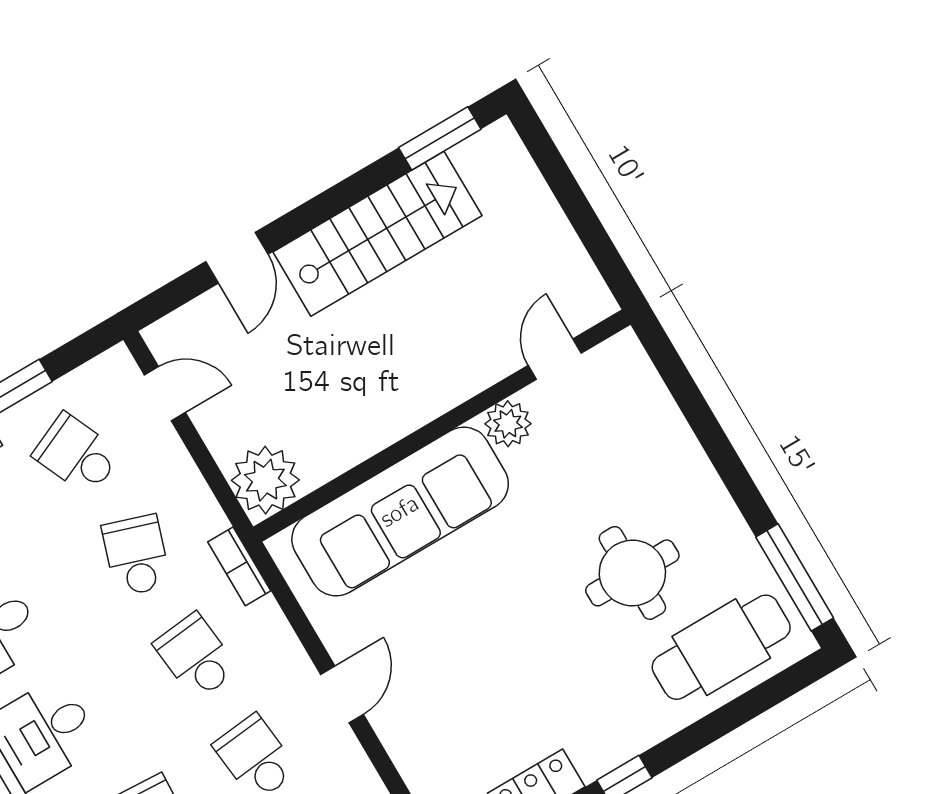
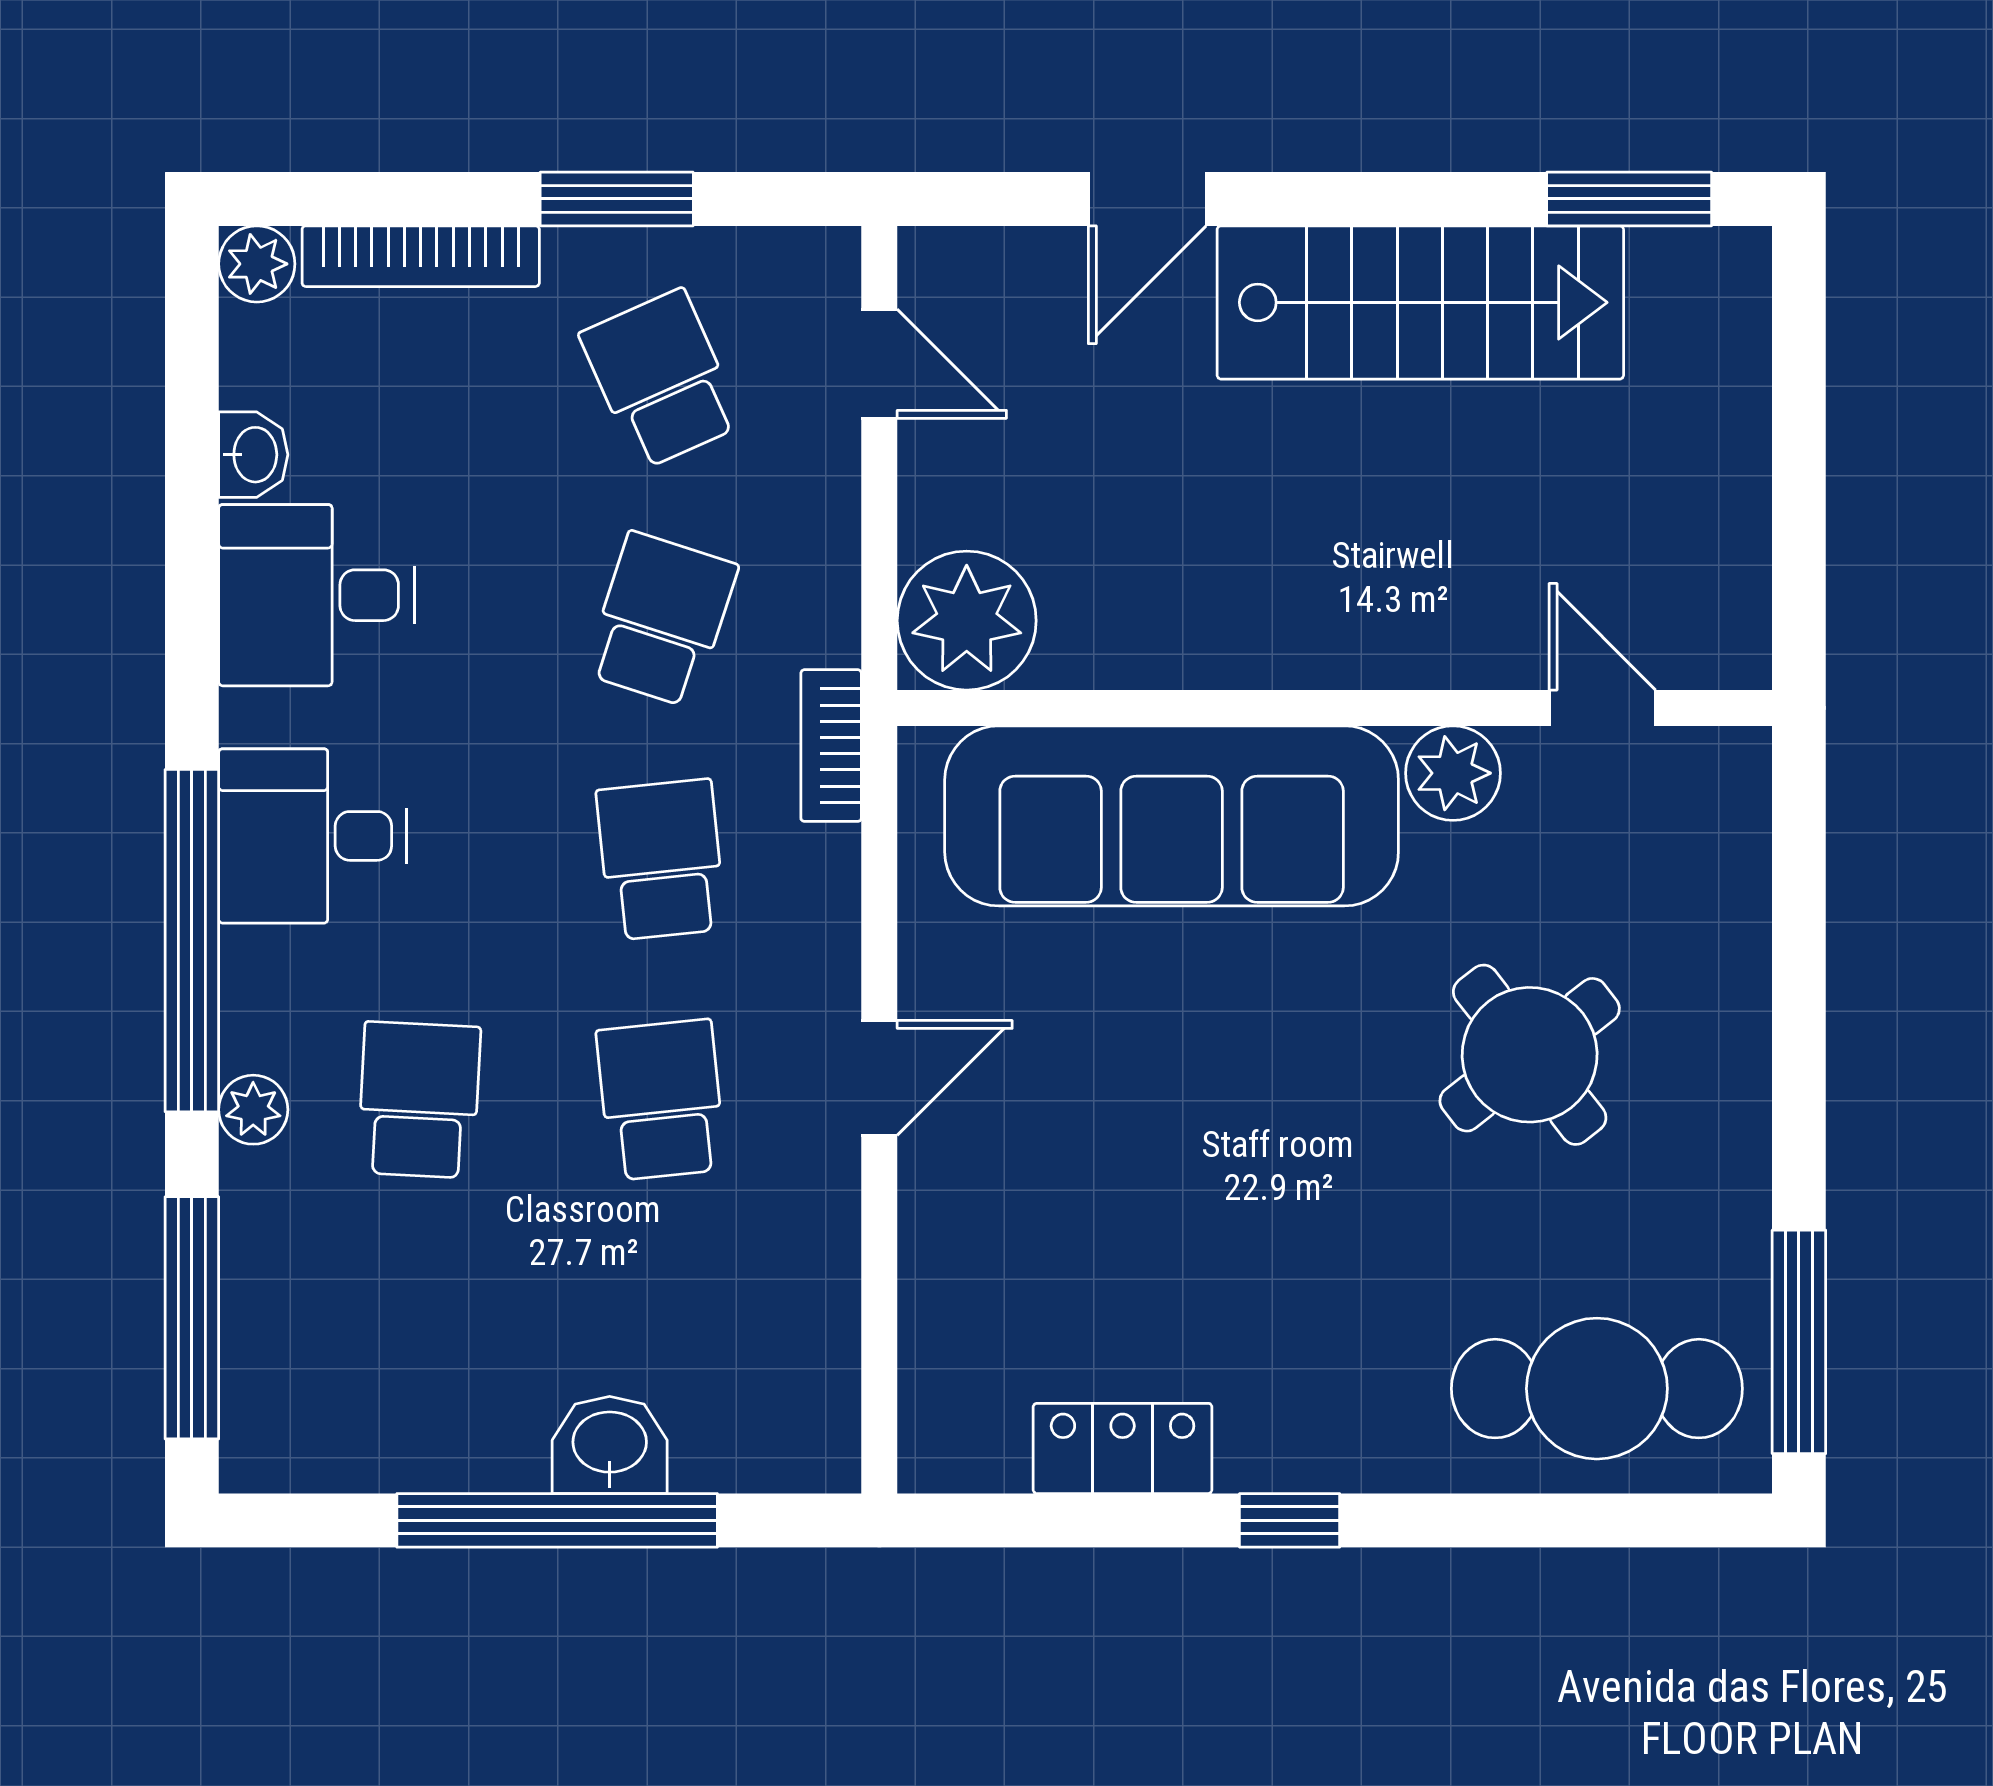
door: (555, 359) -> (1602, 708), hinge flipped
round table: (632, 573) -> (1530, 1055), moved, turned -38

